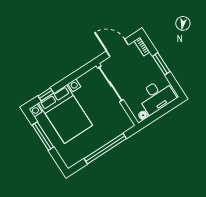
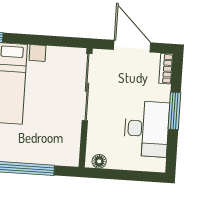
desk: (157, 96) -> (147, 129), moved, turned -90

